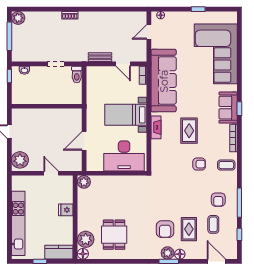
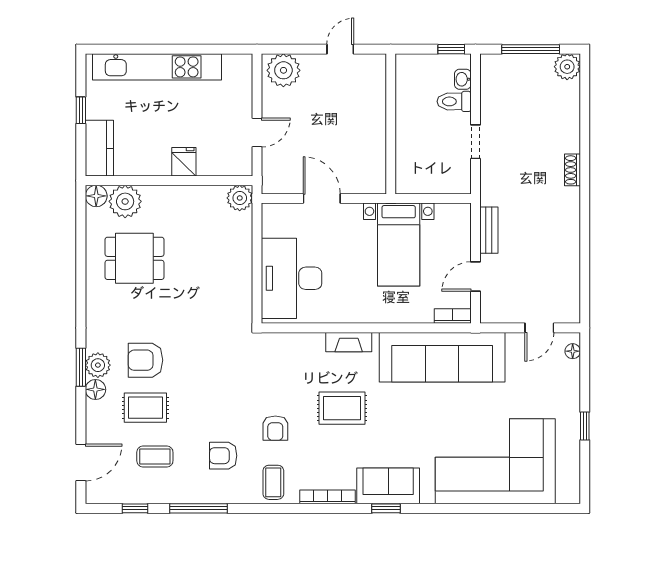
door: (149, 32) -> (539, 328), swing flipped
toilet: (77, 75) -> (454, 101), moved
bed with nightstands: (126, 115) -> (399, 245), moved, turned 180
armchair: (218, 200) -> (223, 456), moved

